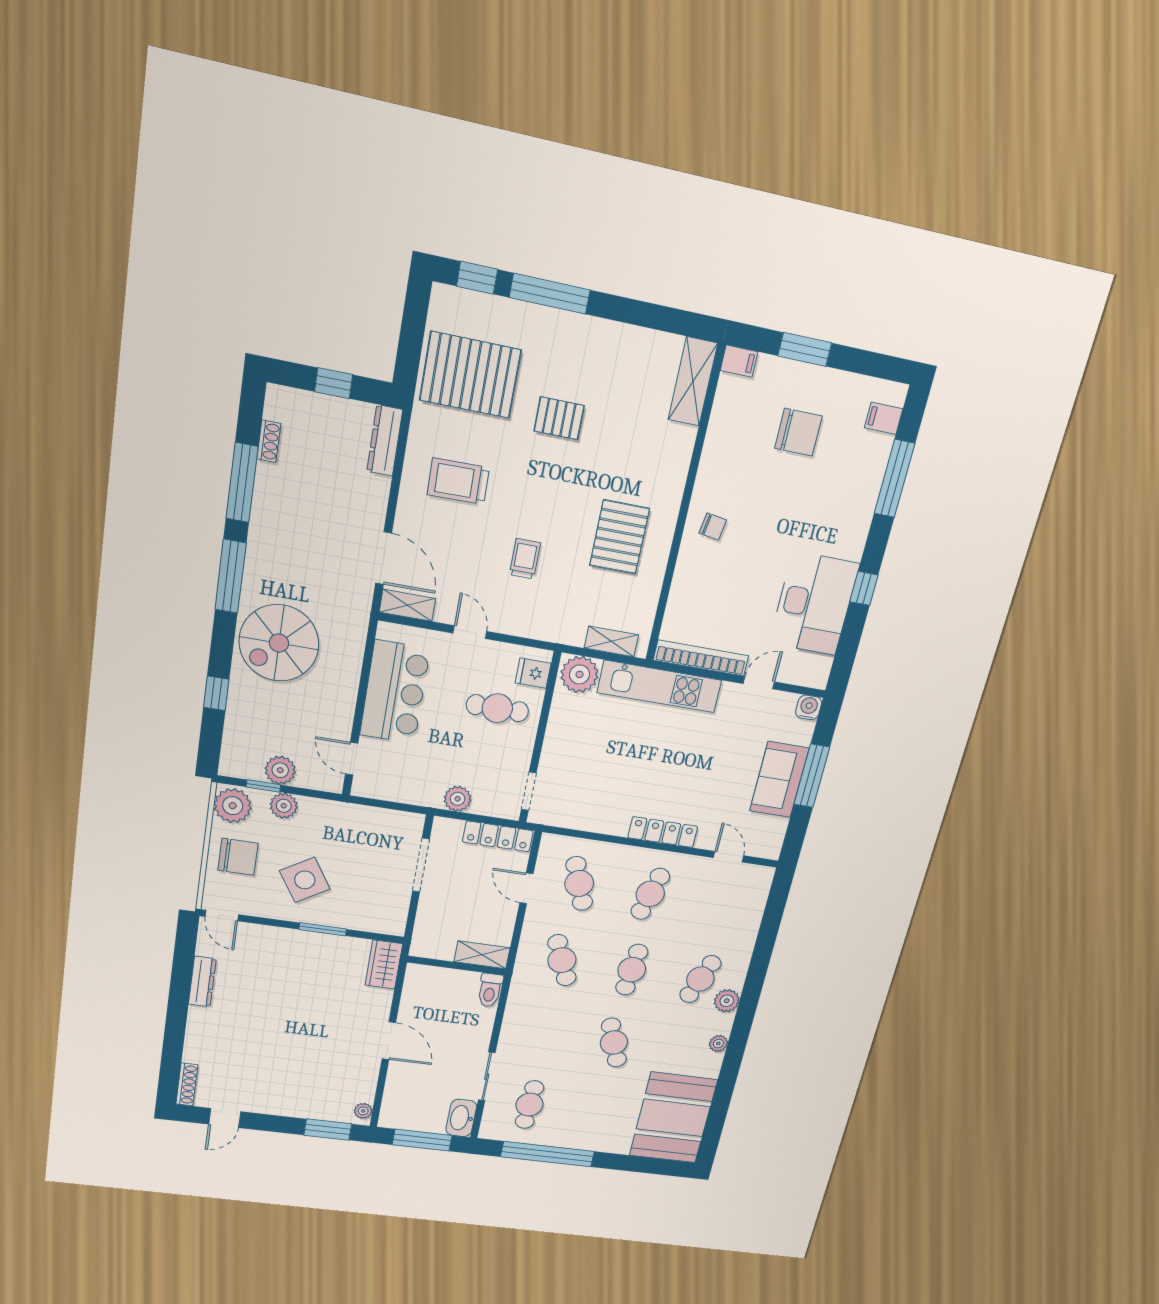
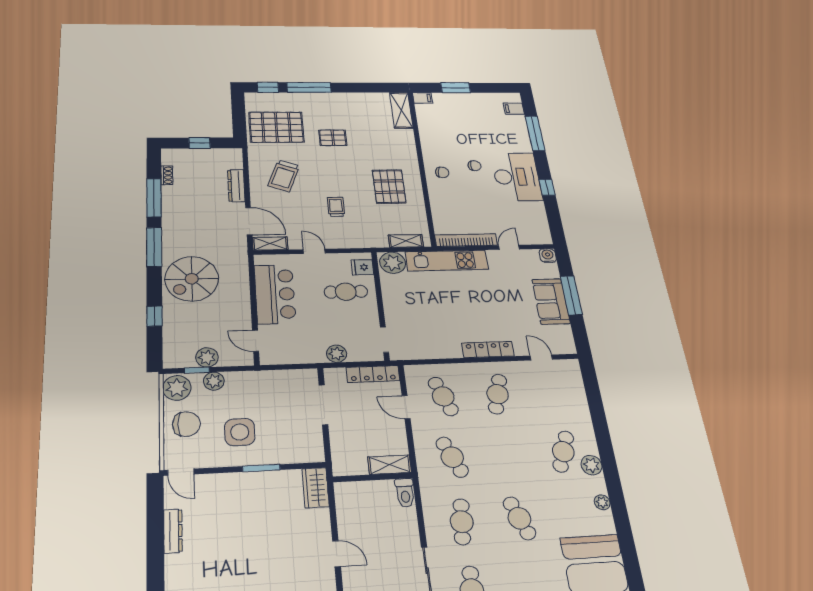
chair: (798, 432) -> (474, 166), moved, width x0.54, depth x0.54
dresser: (385, 440) -> (236, 186), moved
trolley: (458, 481) -> (284, 176), turned -68
desk: (814, 604) -> (517, 177), moved
side table: (305, 880) -> (240, 432), turned 32
cafe table: (632, 970) -> (462, 522), moved
door: (389, 1041) -> (336, 554), width x0.73

